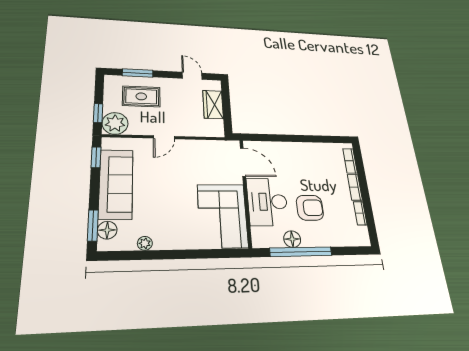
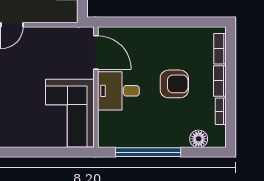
desk: (267, 202) -> (118, 91), width x0.73
armchair: (310, 208) -> (174, 84), moved
floor lamp: (292, 239) -> (199, 139), moved

